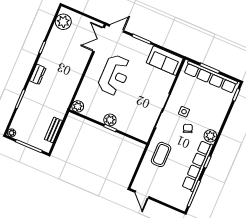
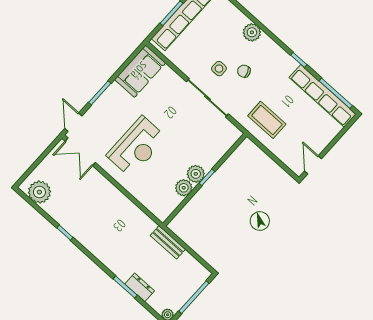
dresser: (38, 74) -> (140, 287), moved
reception desk: (115, 75) -> (136, 147), turned 90
plant: (78, 106) -> (184, 188), moved
bench: (53, 130) -> (168, 242), moved
plant: (210, 136) -> (252, 32), moved
row of seats: (198, 166) -> (323, 96), moved
door: (142, 195) -> (313, 165), swing flipped

